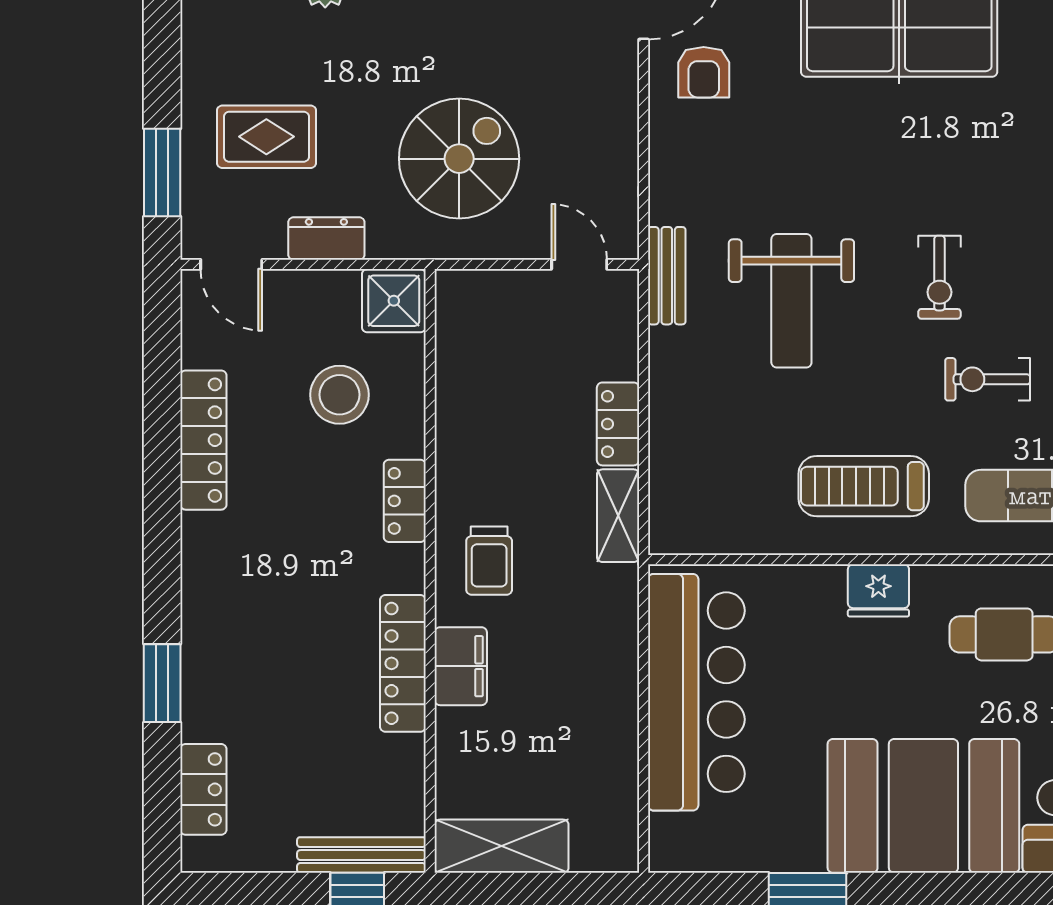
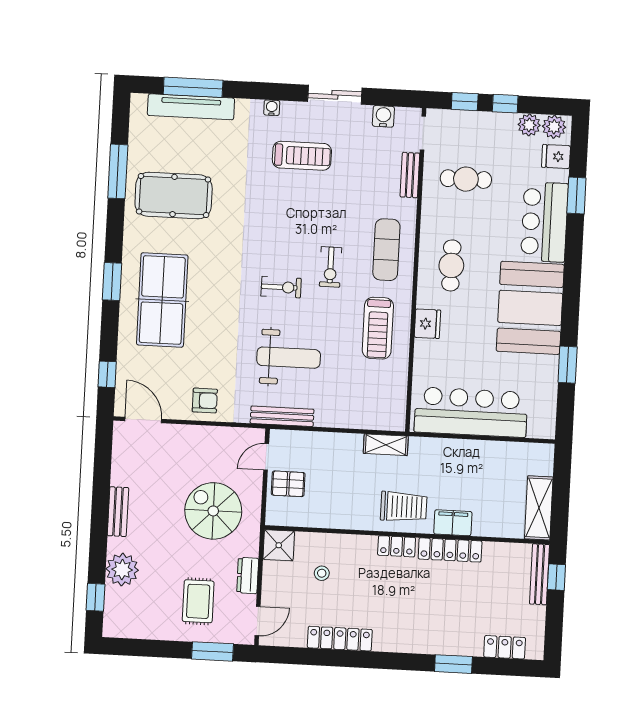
armchair: (704, 72) -> (205, 400), moved
bench: (667, 276) -> (282, 416), width x1.36
pallet: (525, 314) -> (288, 484), added
stool: (340, 395) -> (322, 573), width x0.53, depth x0.53
locker: (618, 424) -> (342, 443), removed
locker: (405, 501) -> (397, 546), moved
trolley: (489, 561) -> (404, 507), width x1.36, depth x1.39

